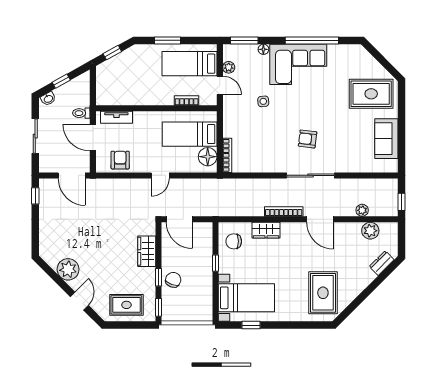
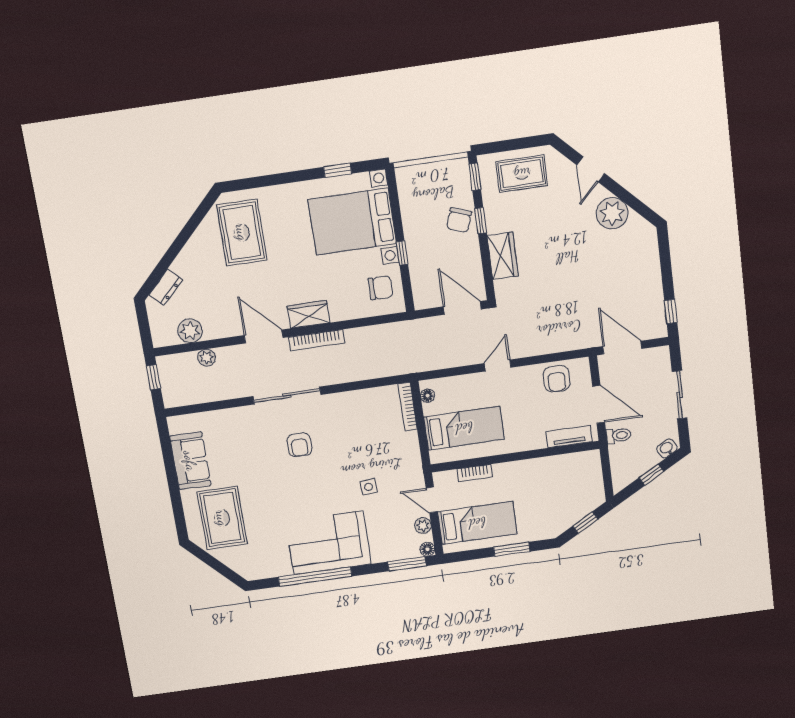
floor lamp: (263, 49) -> (427, 549), moved
rug: (371, 94) -> (222, 518), turned 90
armchair: (308, 139) -> (299, 445), turned 83
floor lamp: (208, 157) -> (428, 396), width x0.53, depth x0.53
wardrobe: (266, 230) -> (309, 314), moved
bed with nightstands: (246, 298) -> (352, 222), width x1.36

